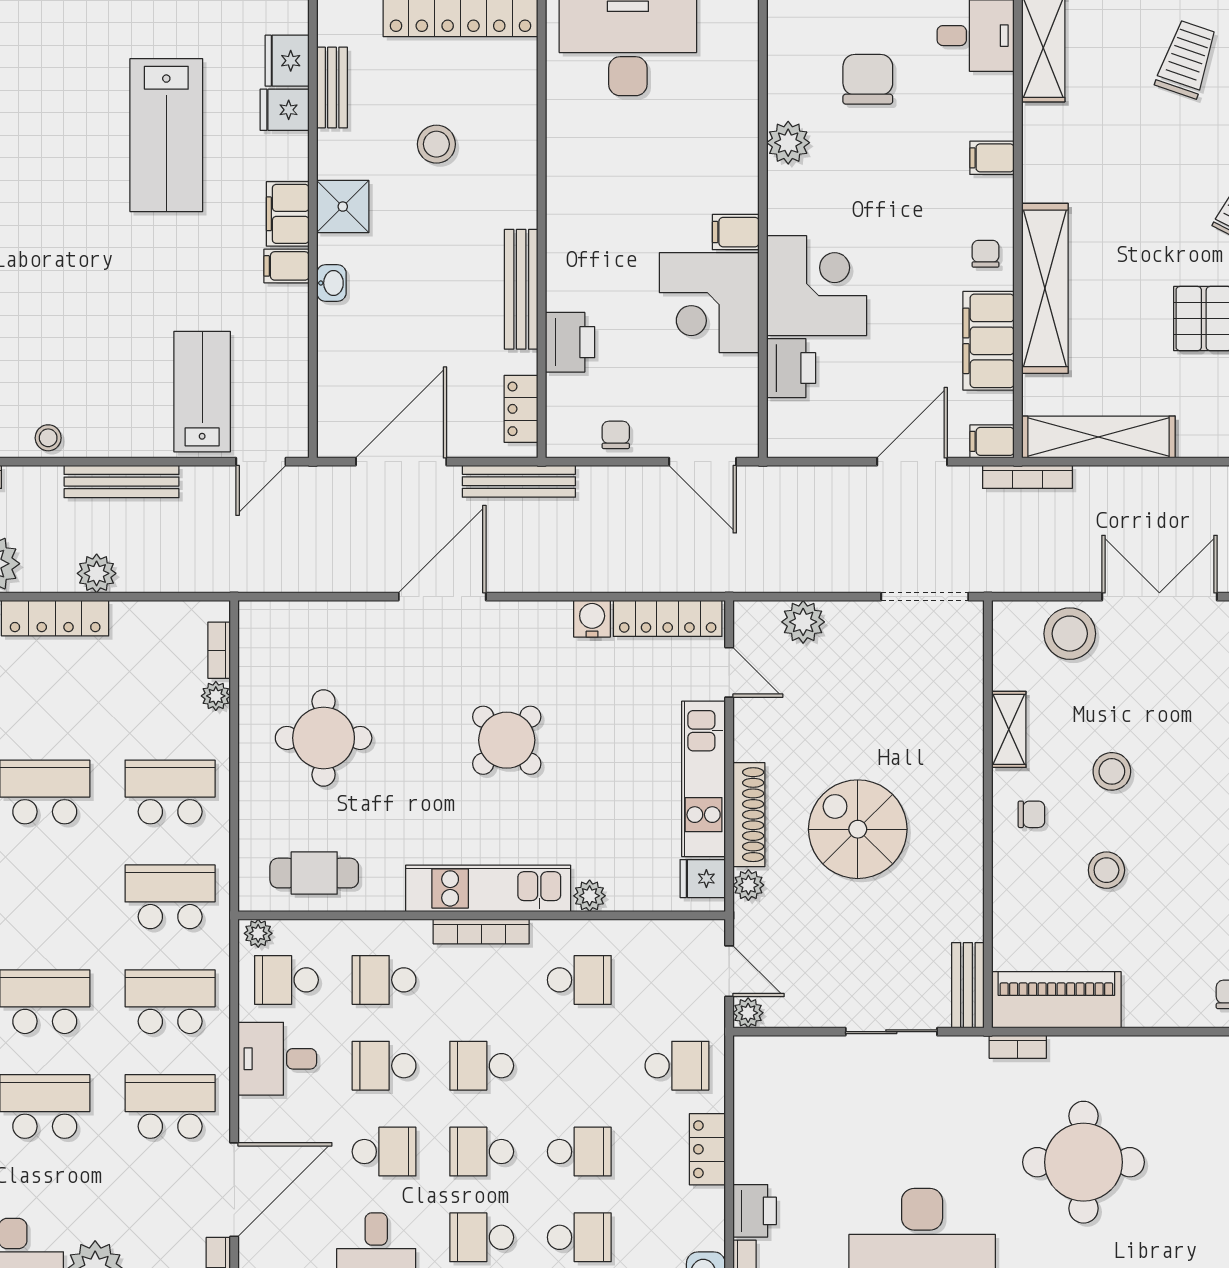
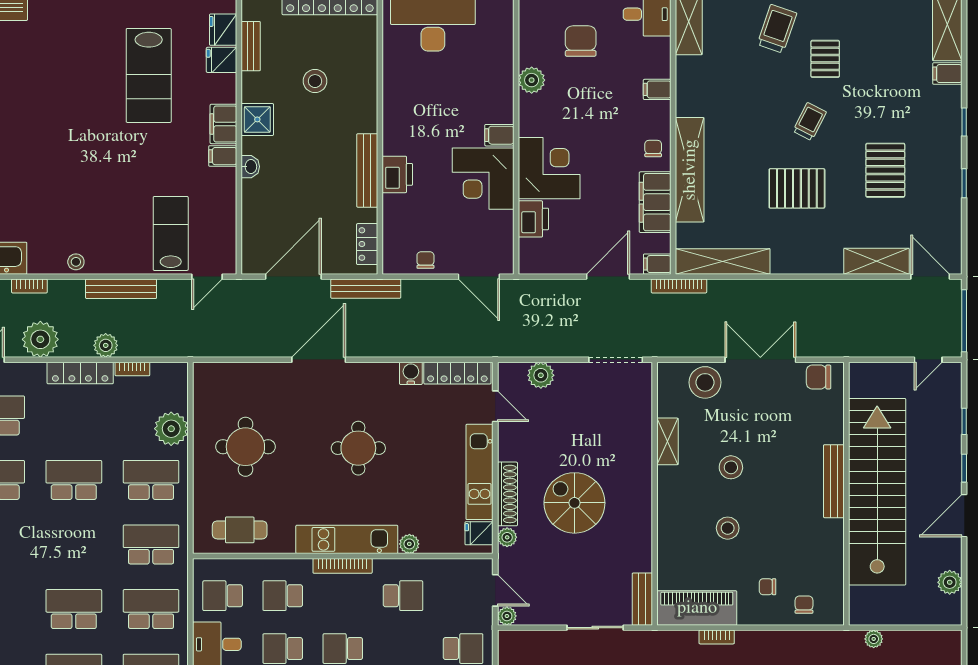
printer: (570, 342) -> (397, 174), moved
bookcase: (219, 650) -> (132, 369), moved, turned -90
plant: (216, 696) -> (171, 429), width x1.88, depth x1.88
round table: (507, 740) -> (358, 448), turned 45
chair: (1031, 814) -> (768, 587), moved, turned 180
plant: (258, 933) -> (205, 567), removed
bookcase: (1018, 1047) -> (717, 637), moved

